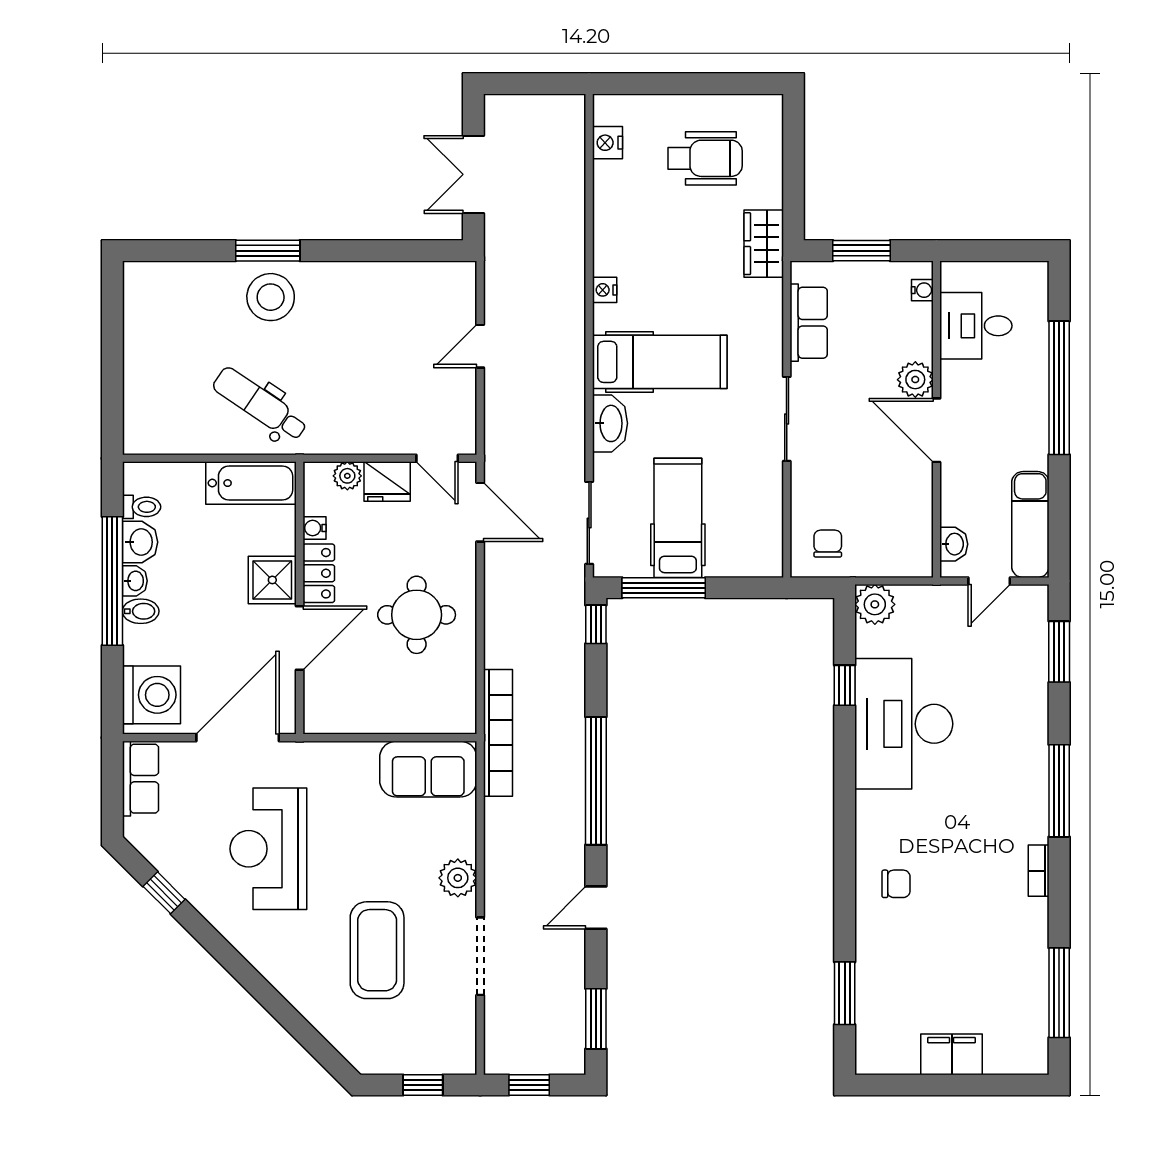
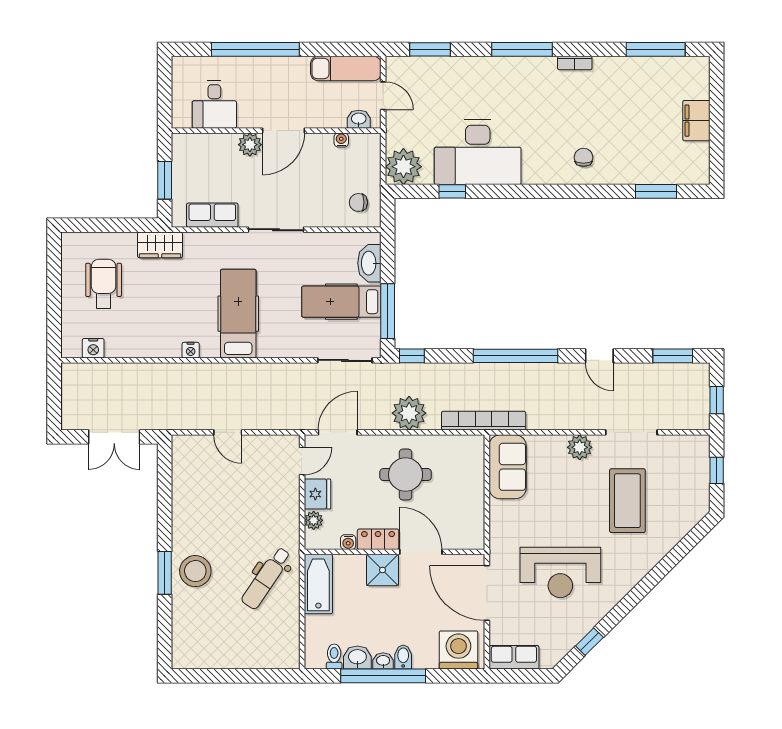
water cooler: (922, 290) -> (341, 140), moved
washbasin: (610, 423) -> (369, 263), moved, turned -90
plant: (875, 604) -> (403, 167), width x1.36, depth x1.36
plant: (509, 620) -> (409, 413), added
coffee table: (377, 950) -> (627, 501), turned 90

